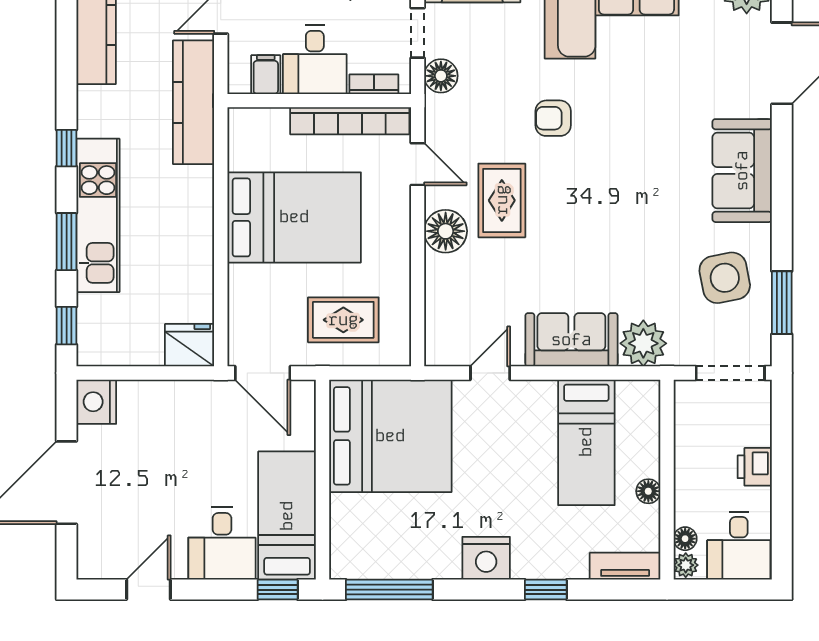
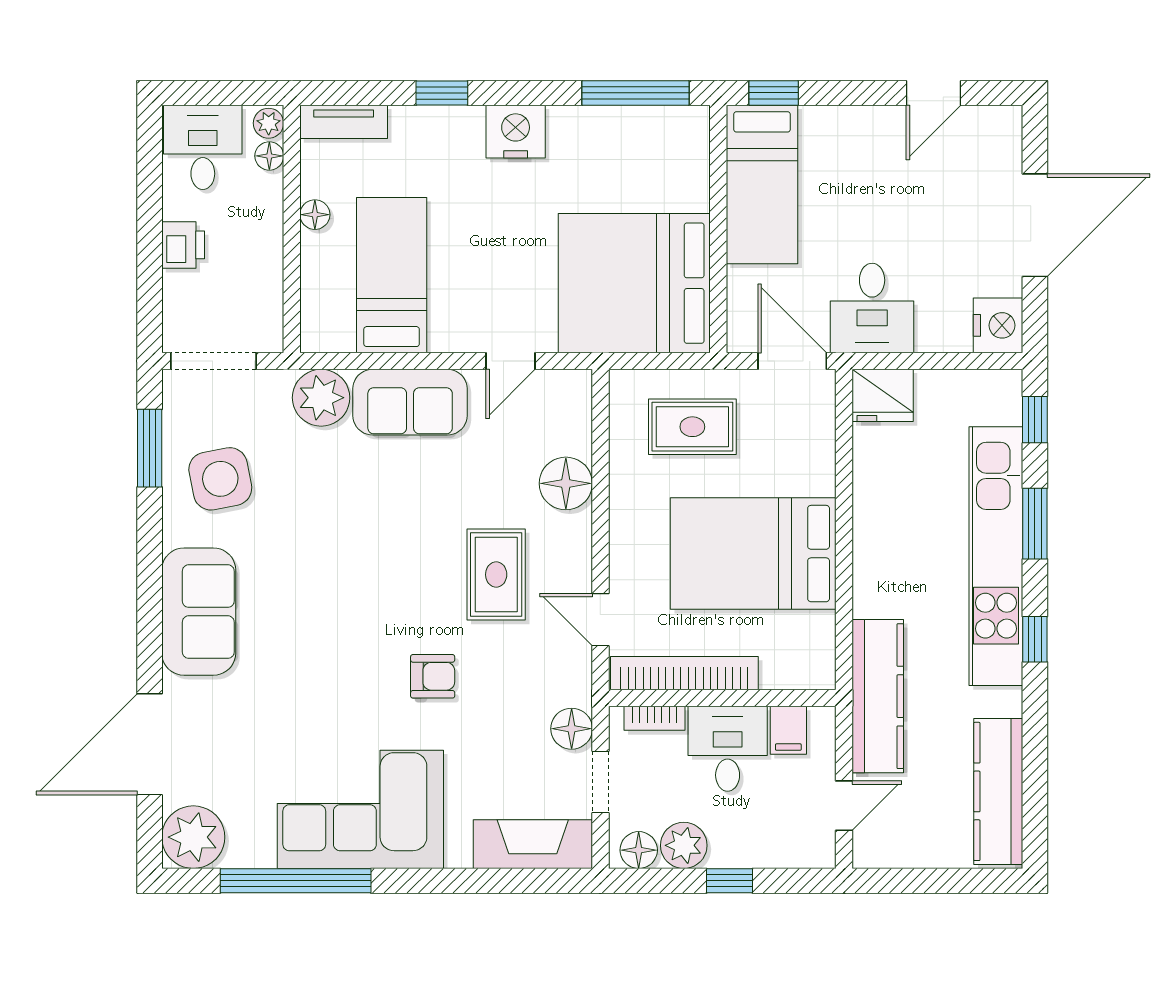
kitchen unit: (98, 215) -> (996, 556), width x1.36
floor lamp: (446, 231) -> (566, 483), moved
desk: (222, 543) -> (872, 308), moved, turned 180

